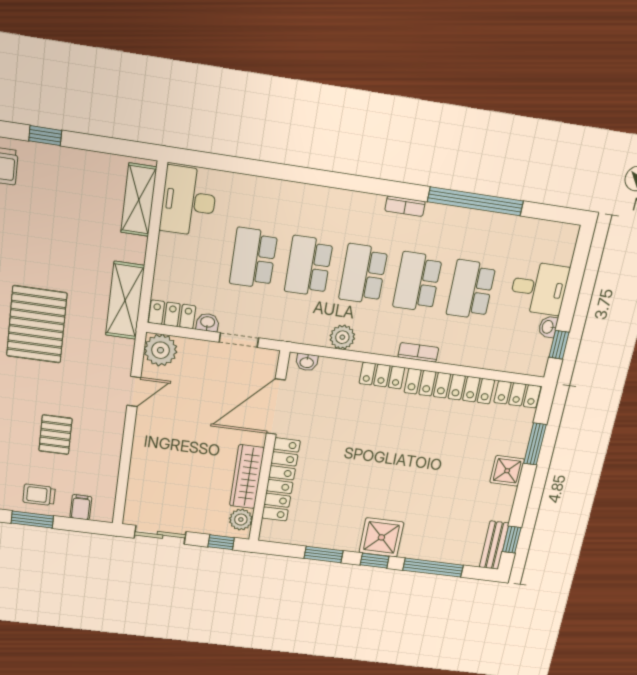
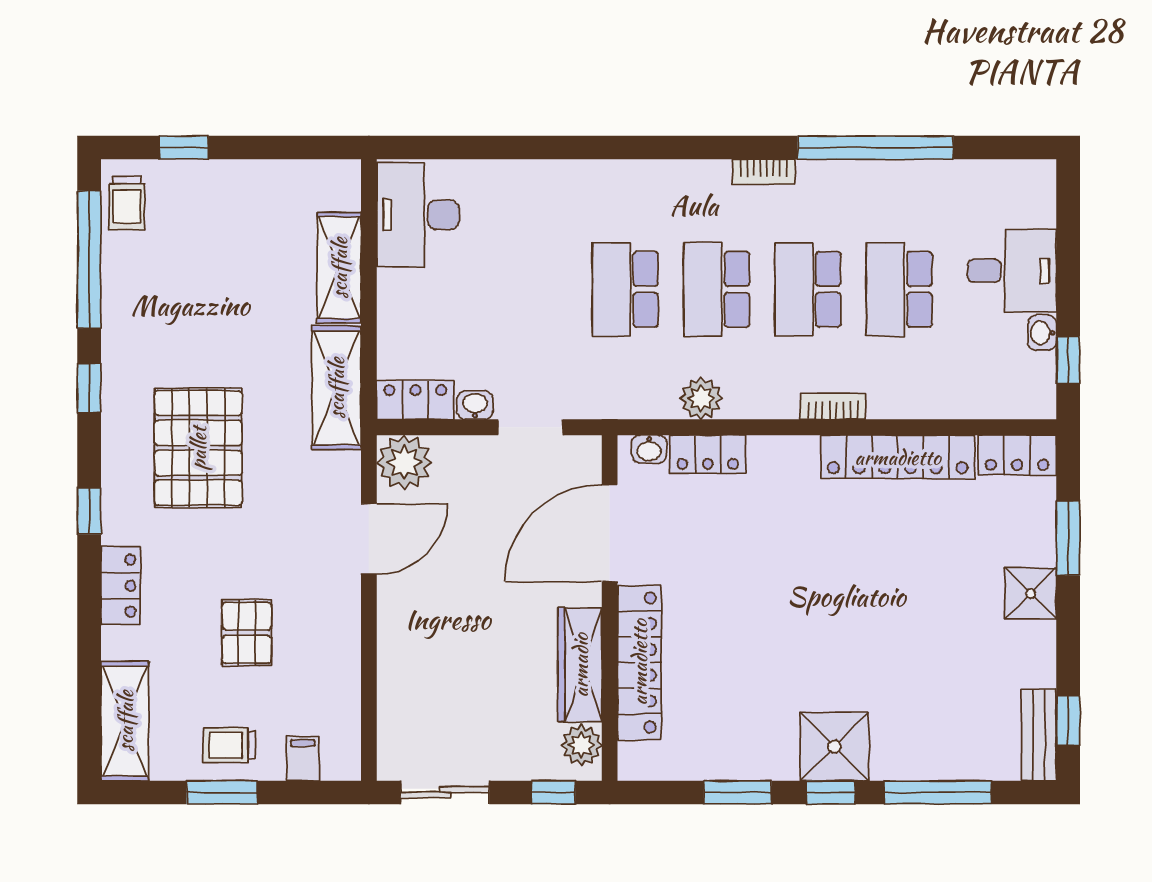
shelving: (139, 200) -> (339, 268), moved
school desk: (253, 258) -> (534, 289), removed
locker: (382, 375) -> (708, 454), moved
door: (134, 391) -> (369, 539), width x1.38

